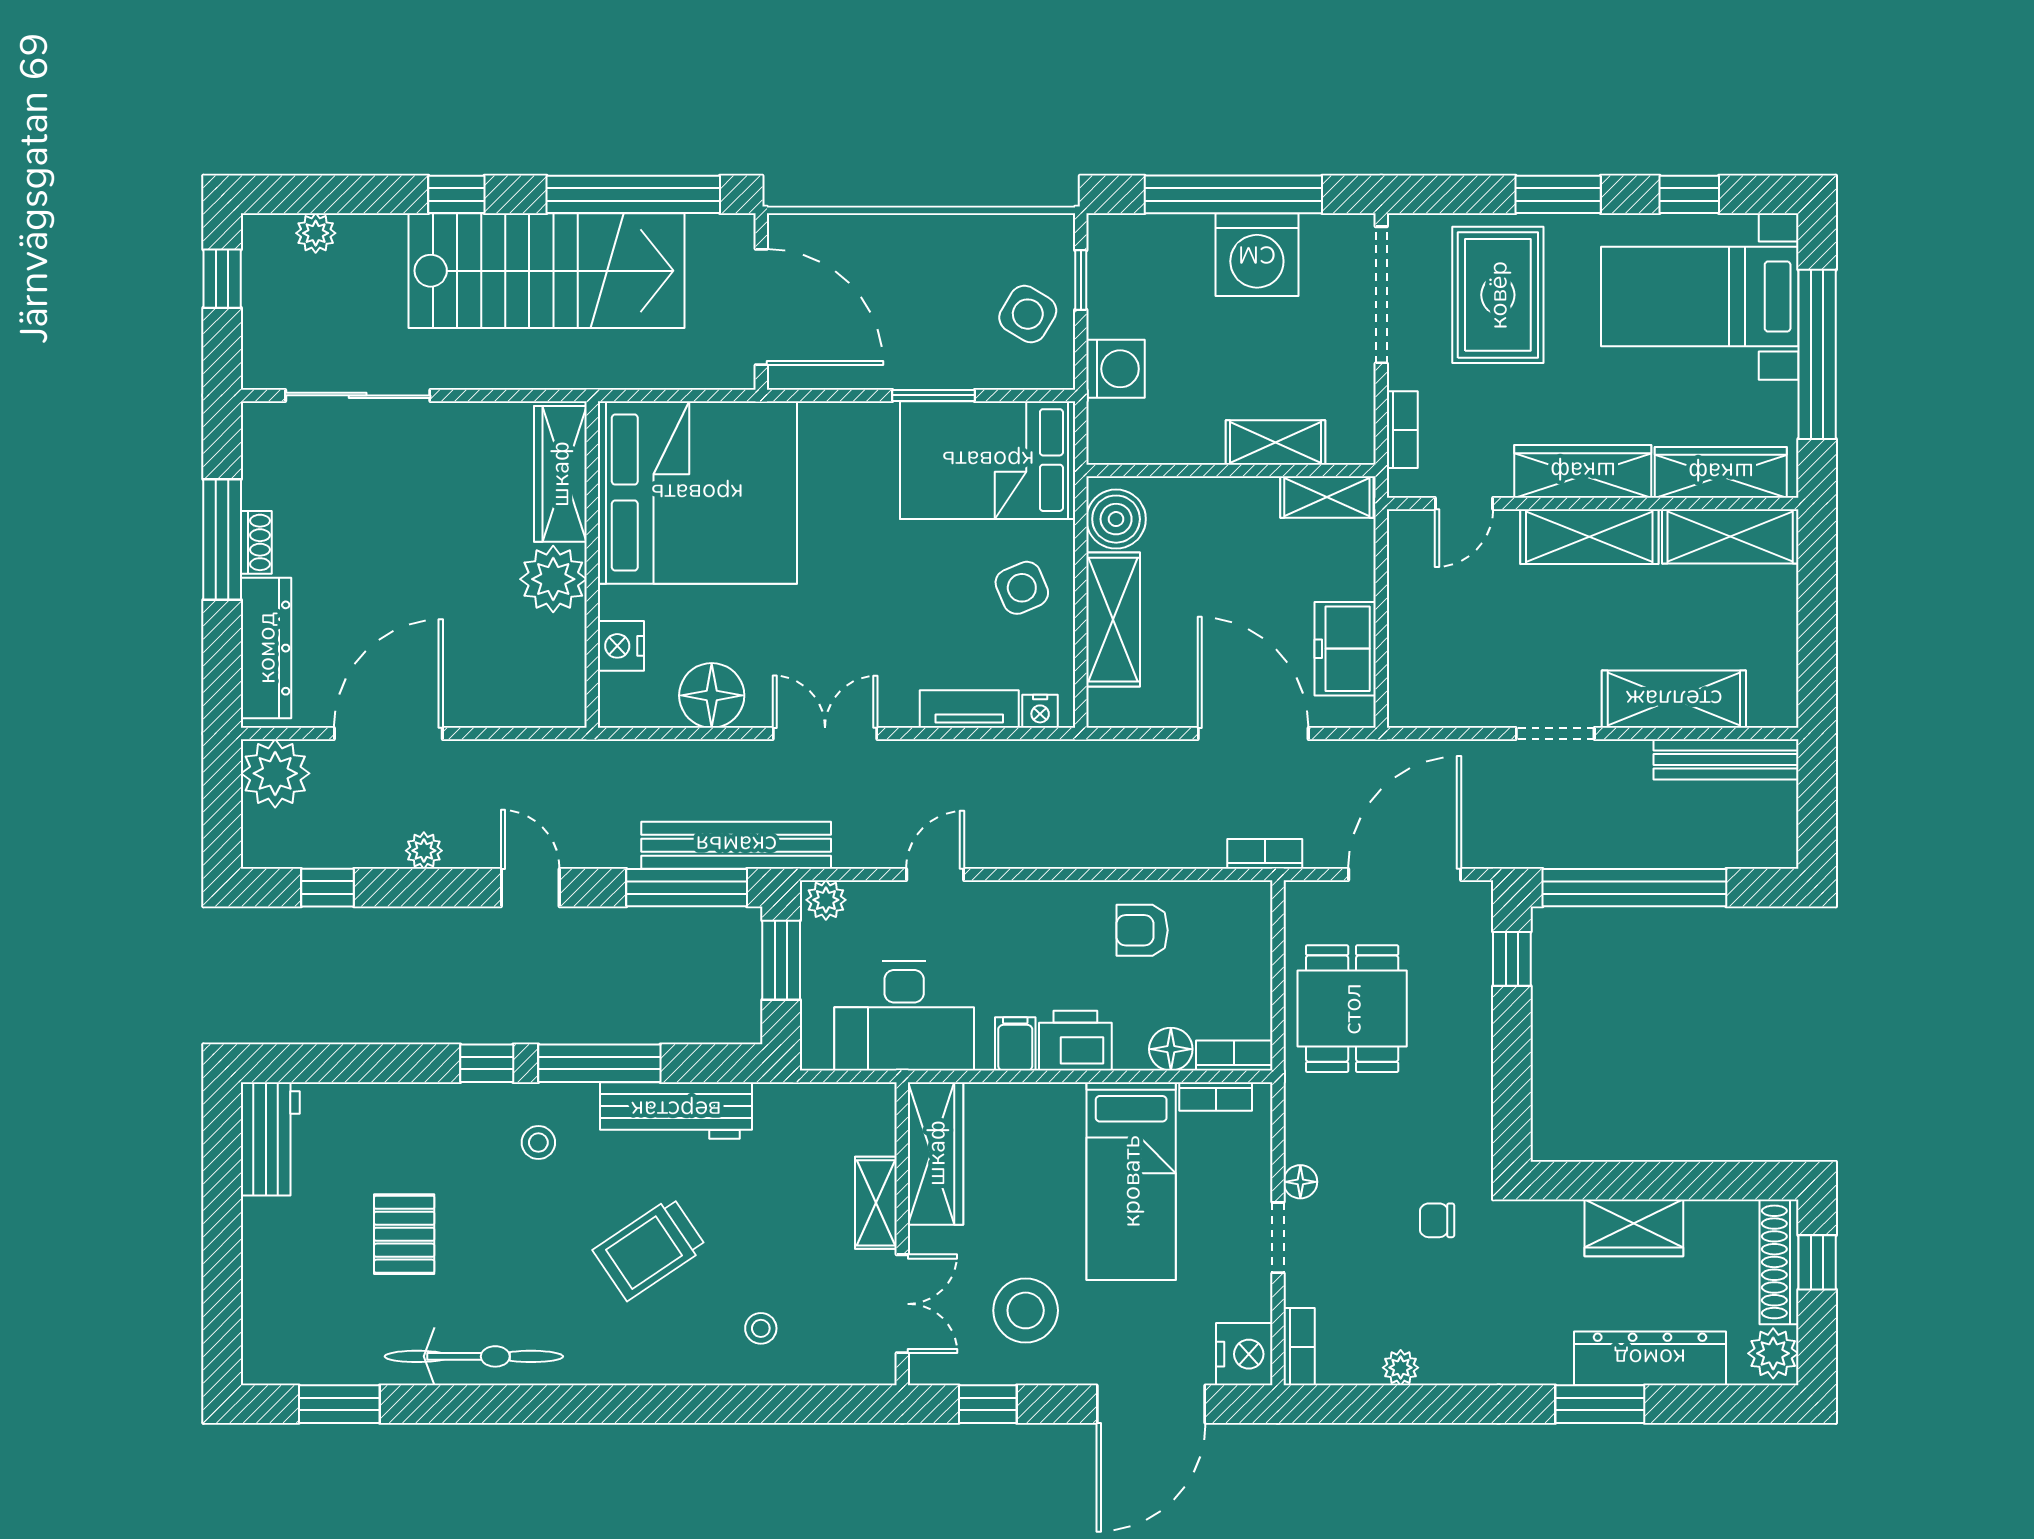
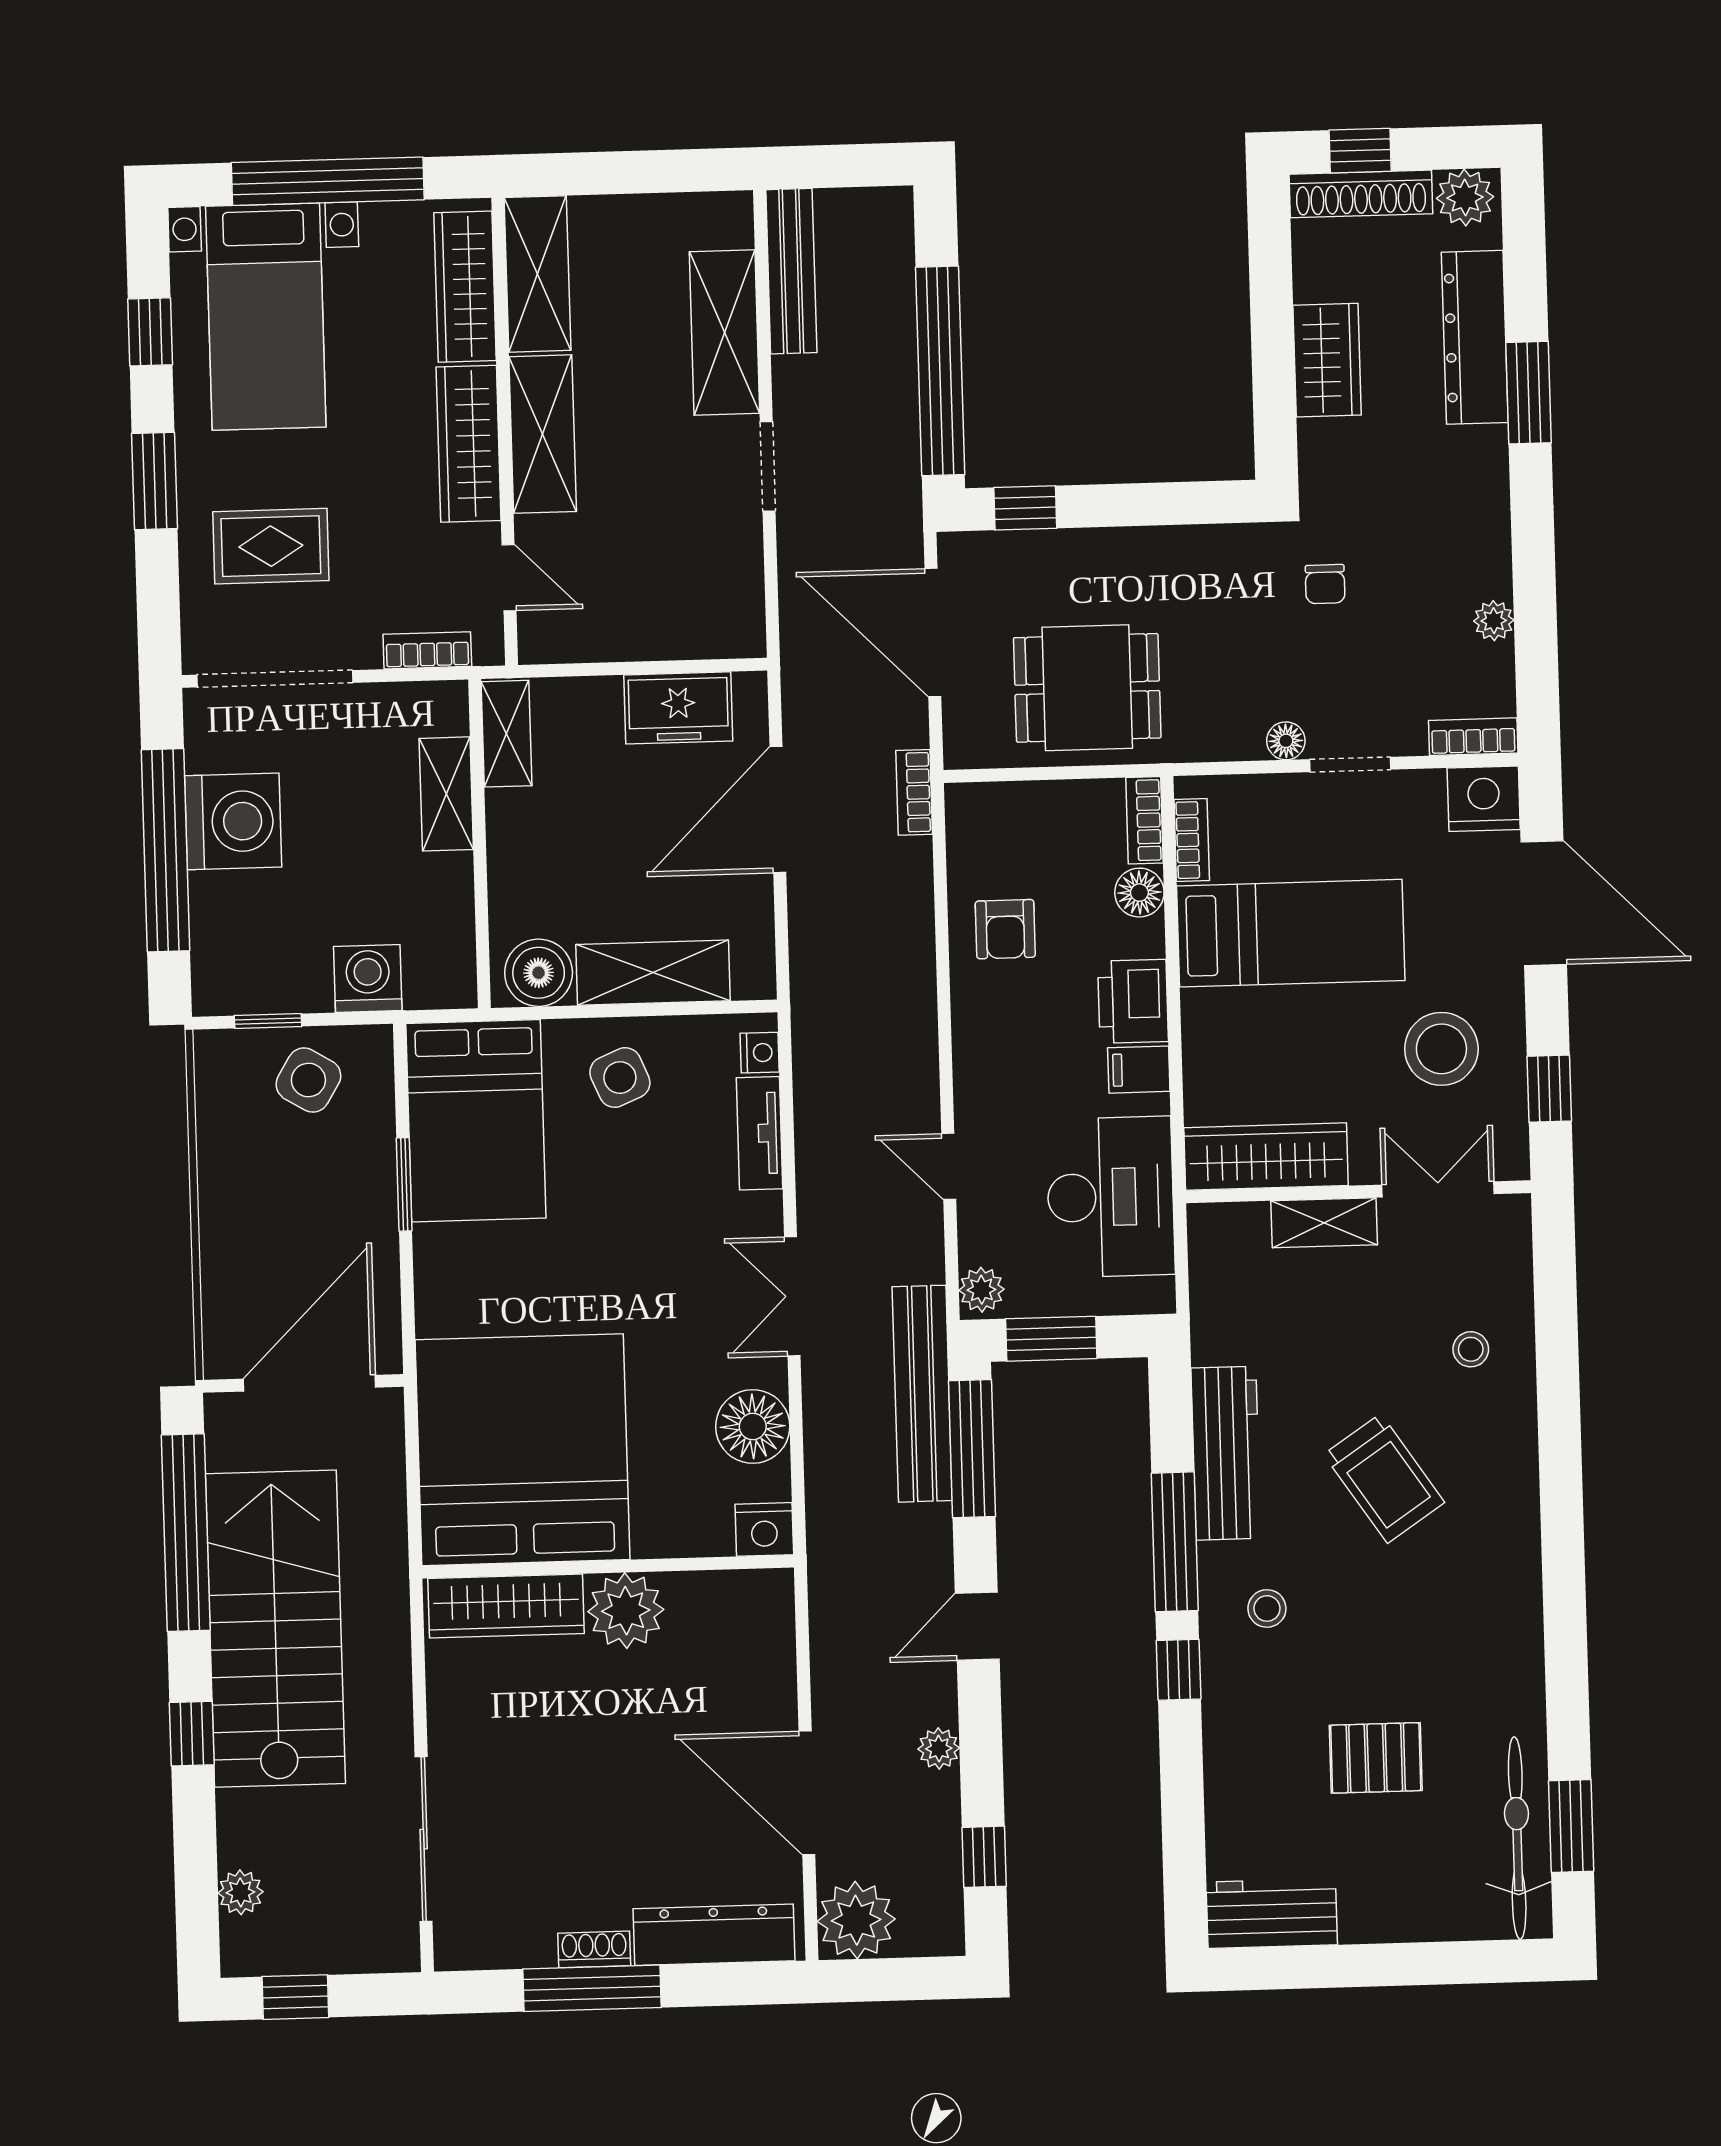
rug: (1498, 295) -> (271, 546), width x0.73, depth x0.70
nightstand: (621, 646) -> (764, 1529), moved
bicycle: (474, 1356) -> (1517, 1838), moved

